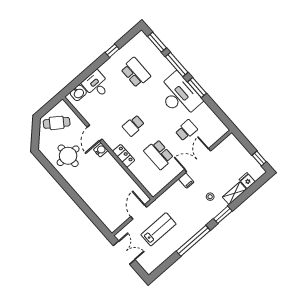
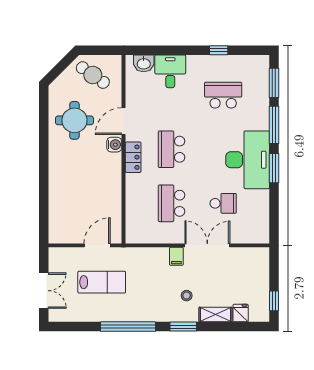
school desk: (136, 73) -> (223, 95), turned -90
school desk: (133, 126) -> (172, 149), width x1.85
locker: (124, 156) -> (133, 157), moved
double door: (124, 253) -> (44, 291), moved

